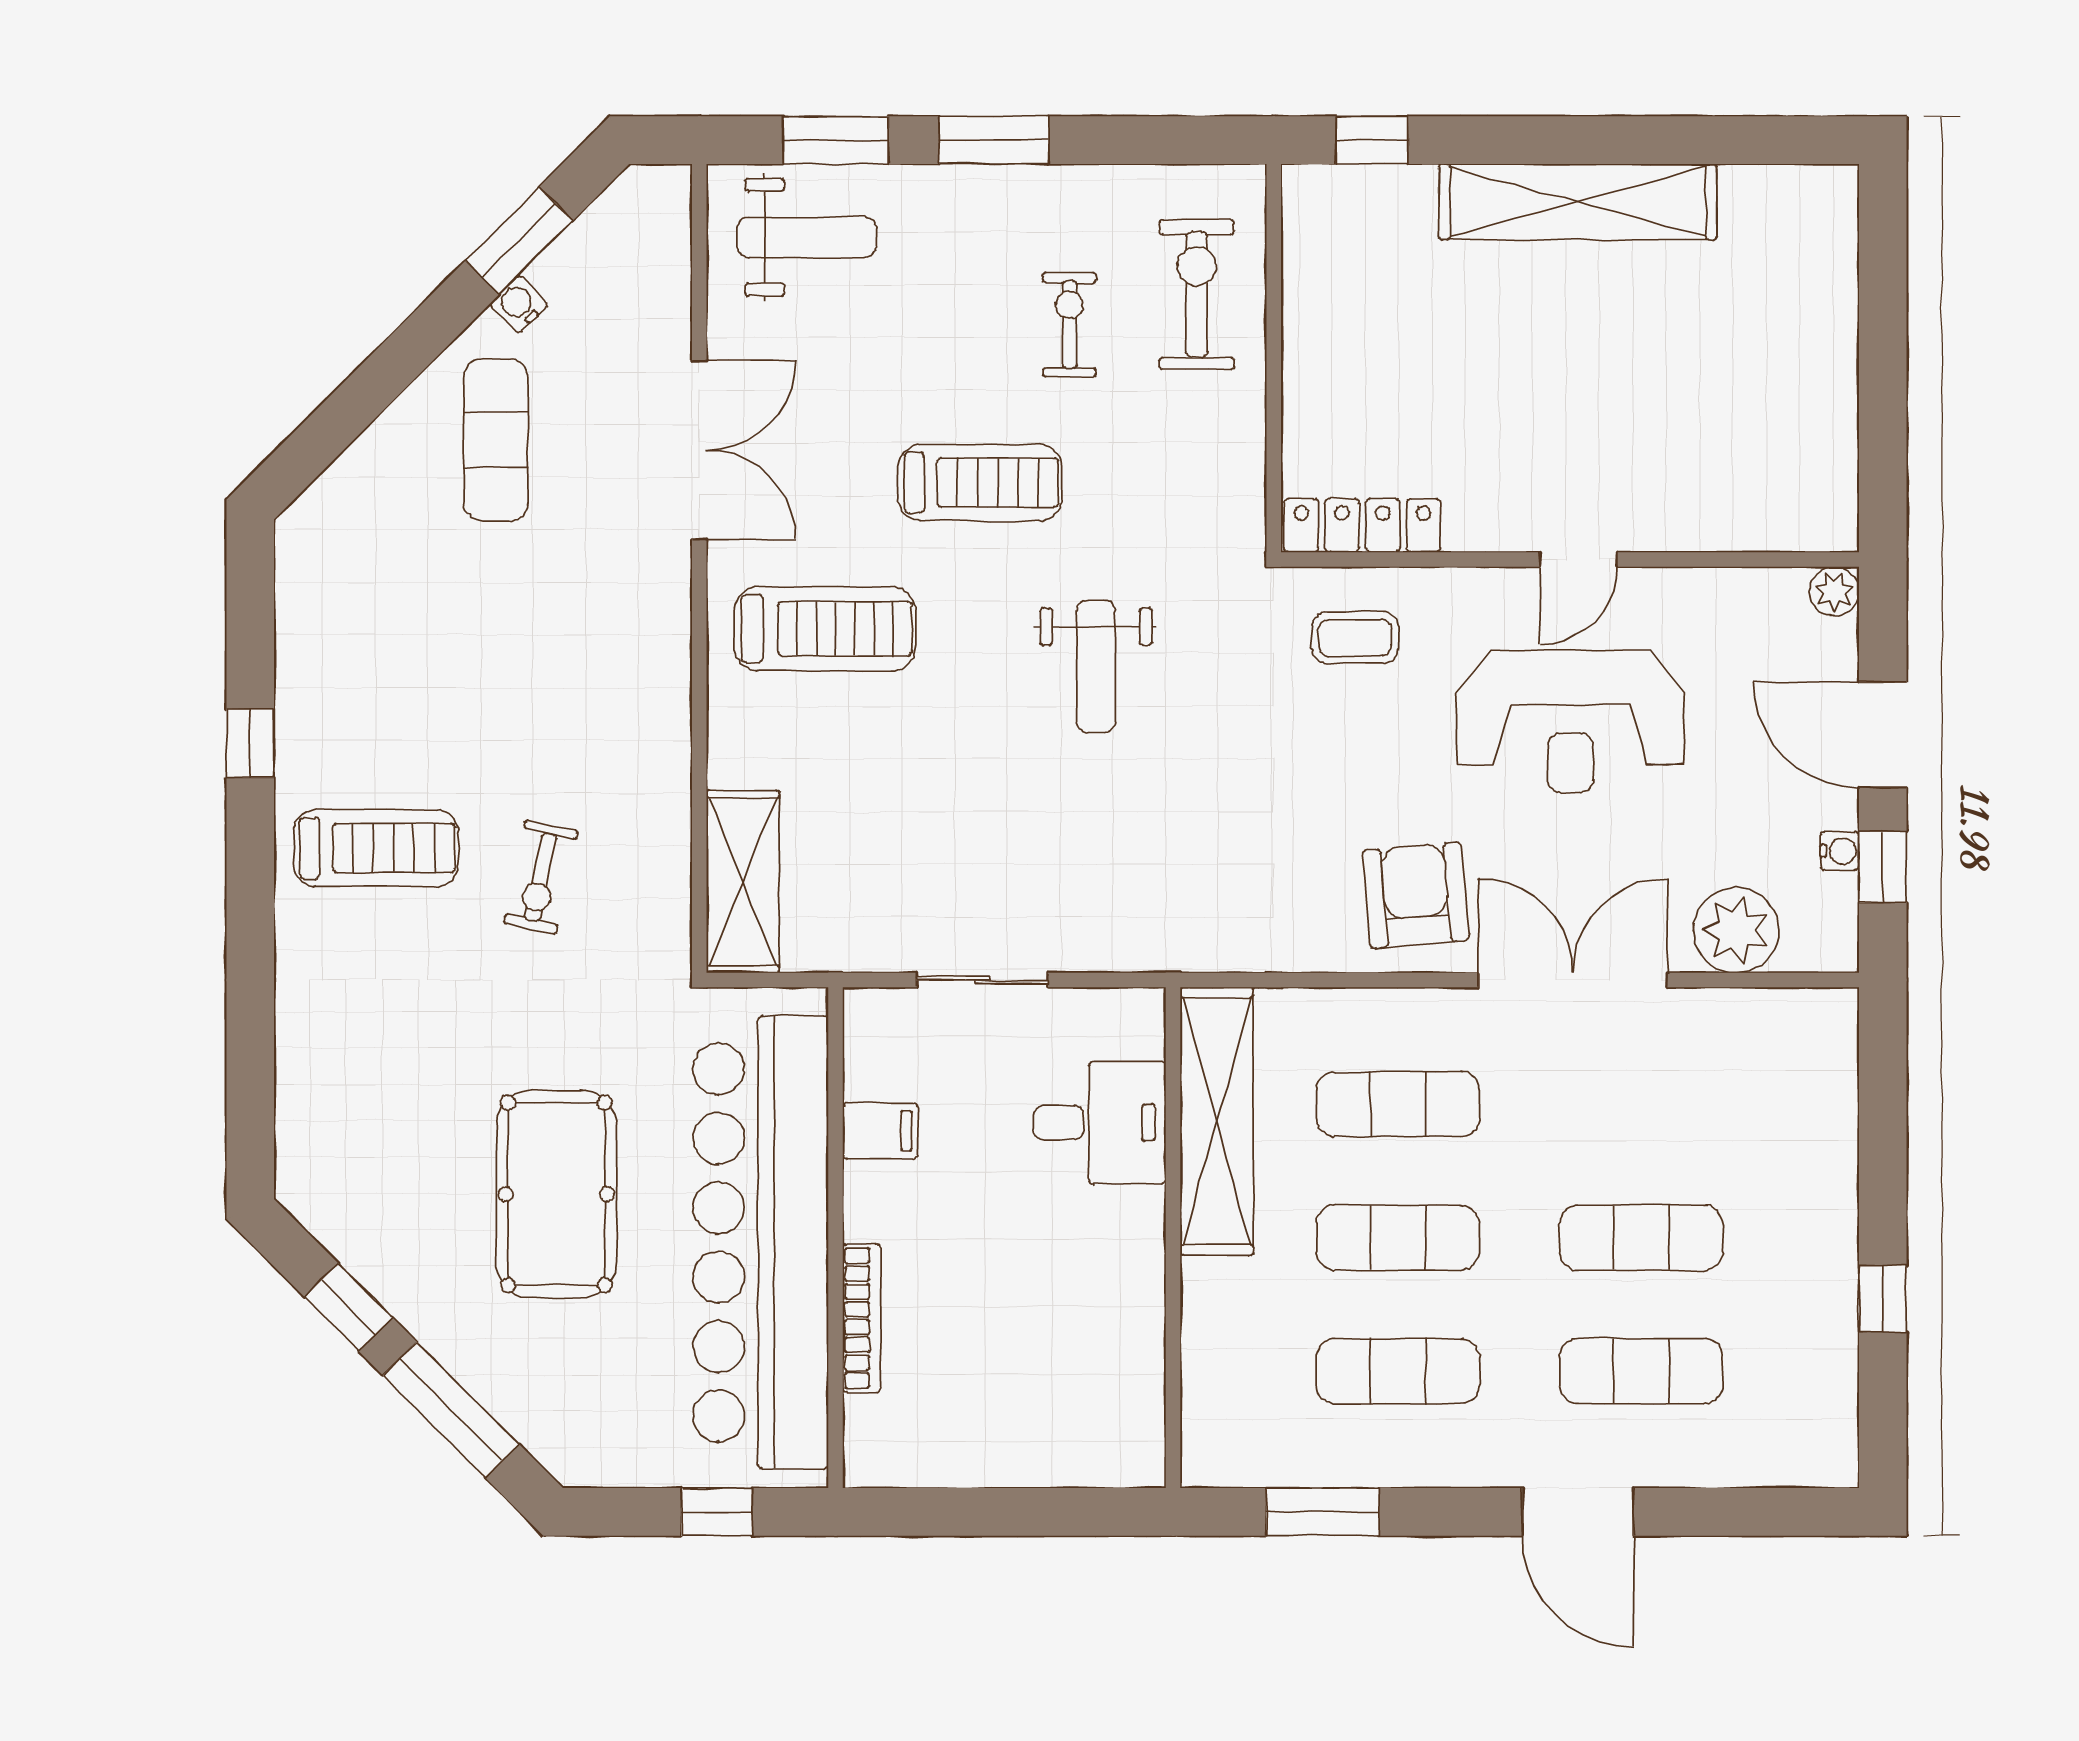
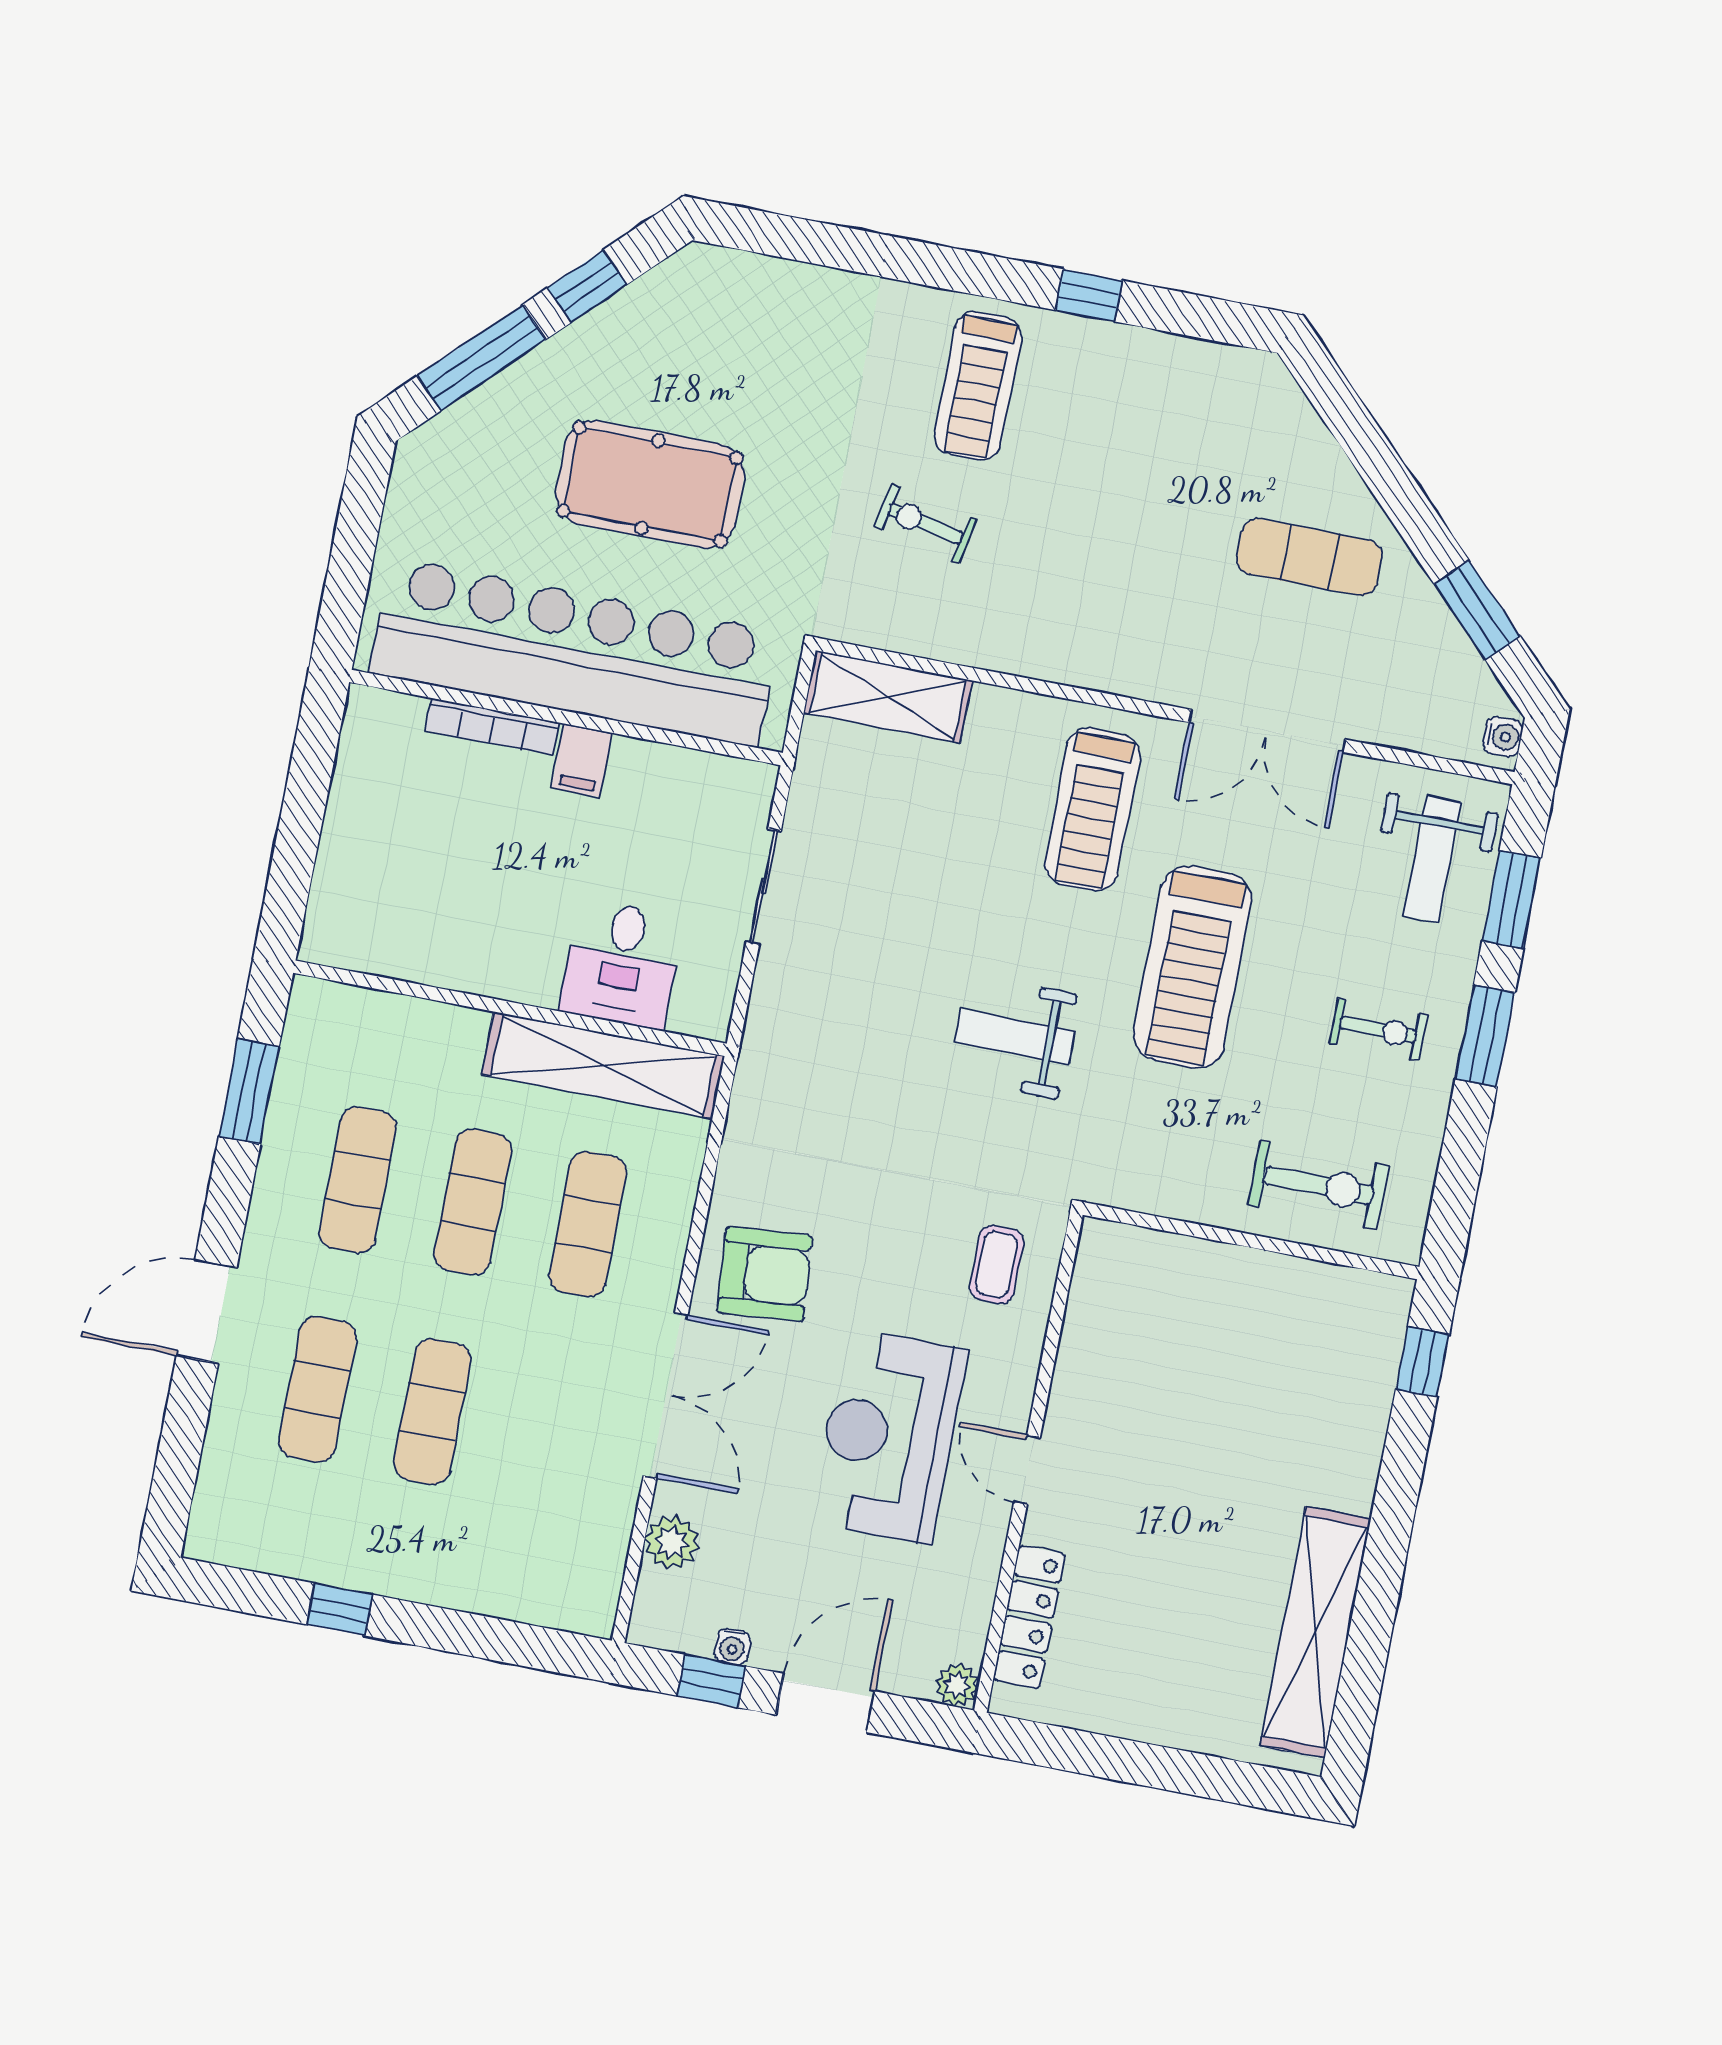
shelving: (1578, 202) -> (1315, 1632), moved
water cooler: (519, 304) -> (1503, 736), moved, turned 45
exercise bike: (1070, 325) -> (1378, 1030), moved
treadmill: (980, 483) -> (1192, 967), width x1.37, depth x1.38
locker: (1362, 525) -> (1029, 1617), moved
plant: (1736, 930) -> (672, 1542), width x0.73, depth x0.73
filing cabinet: (880, 1131) -> (582, 760), moved
window: (717, 1512) -> (349, 570), removed

